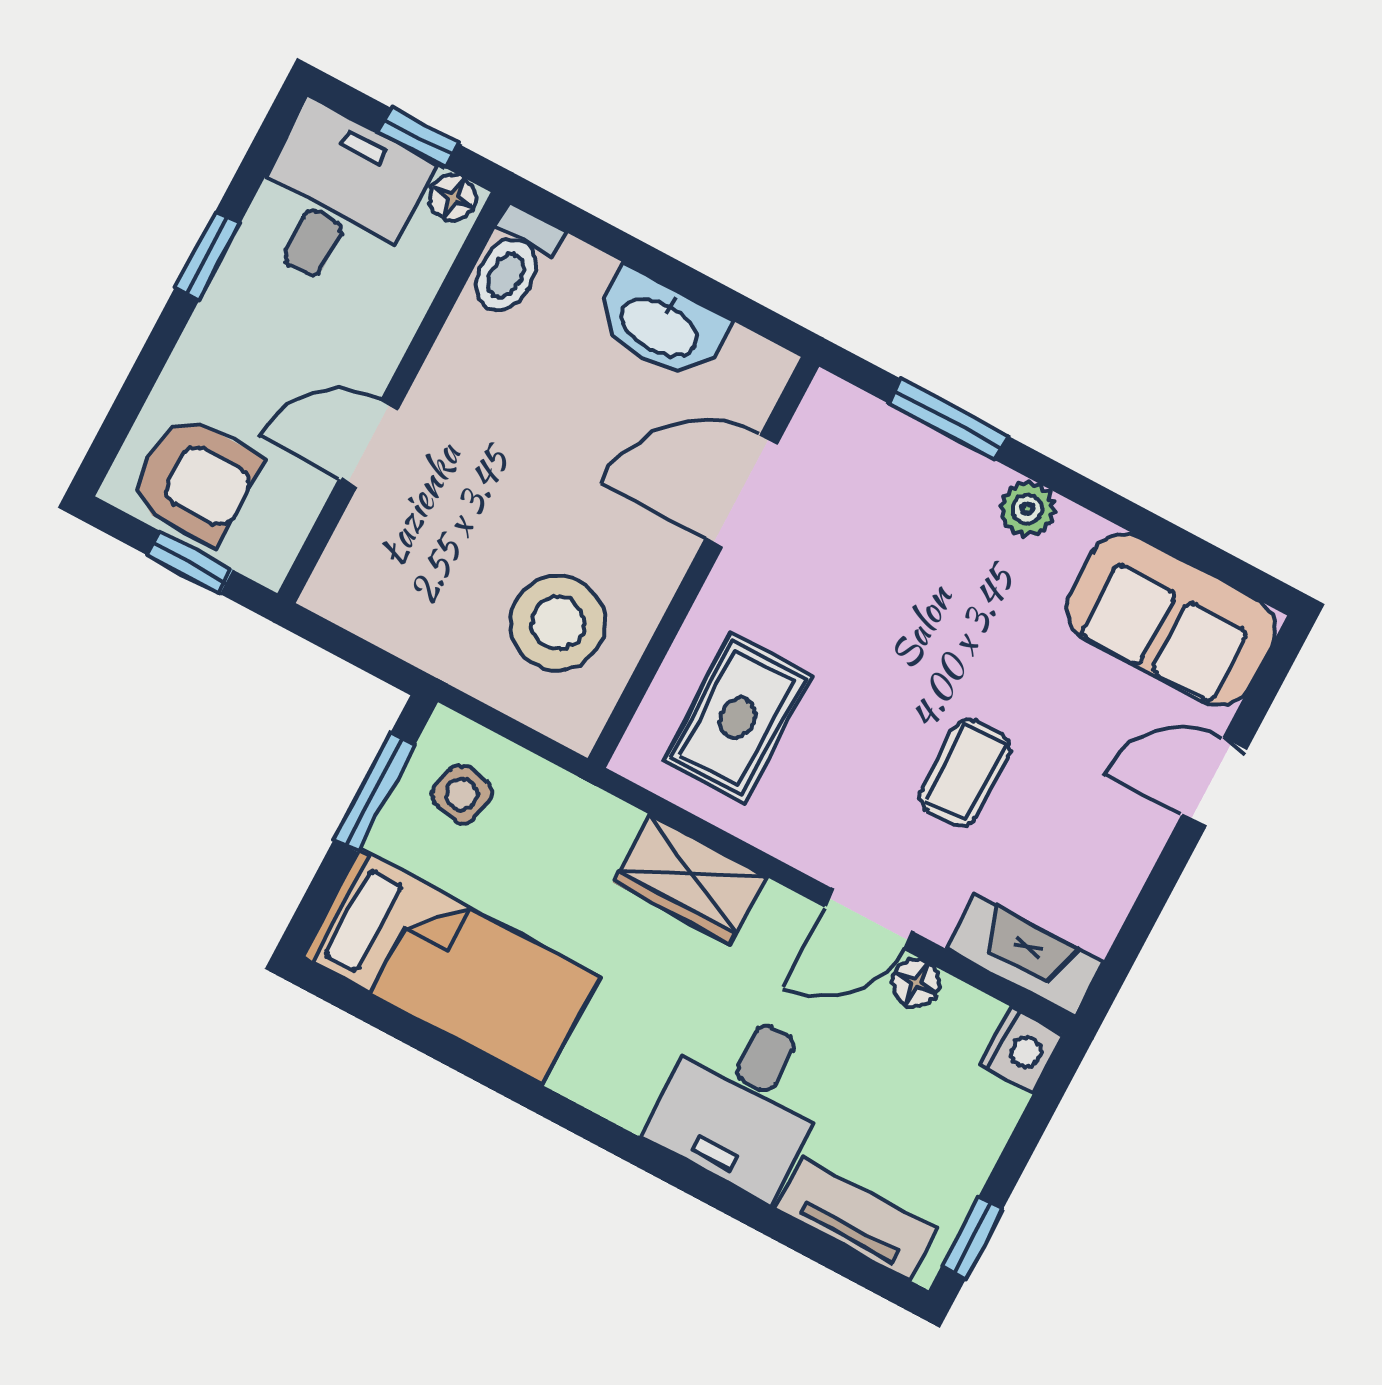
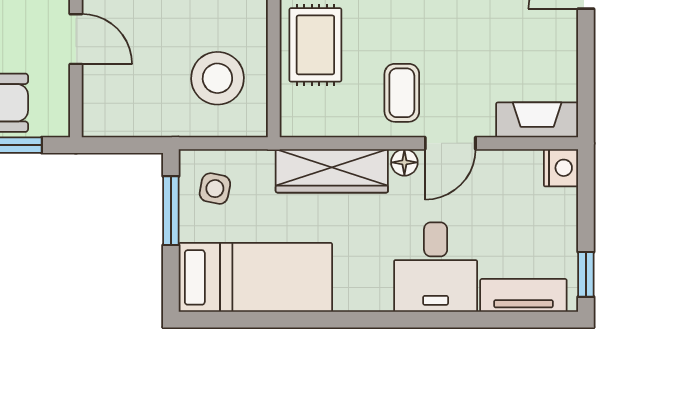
door: (369, 444) -> (76, 39), swing flipped
rug: (737, 718) -> (315, 45), moved
coffee table: (965, 773) -> (402, 93), moved
wardrobe: (689, 879) -> (332, 171), width x1.50
floor lamp: (916, 983) -> (404, 162), moved

